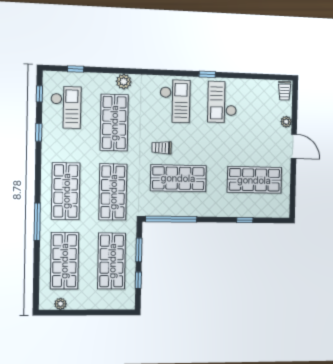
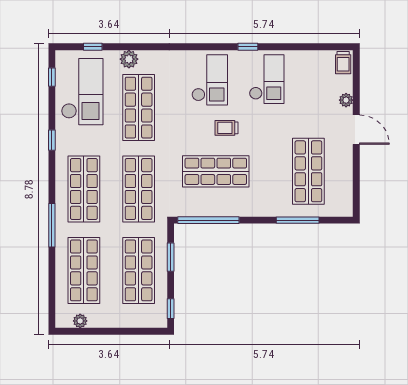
plant: (124, 82) -> (129, 59), moved
checkout: (222, 102) -> (267, 79), turned 180
checkout: (66, 107) -> (82, 92), width x1.36, depth x1.21
window: (39, 132) -> (52, 140), moved
trolley: (162, 148) -> (227, 128), moved
shop shelf: (254, 180) -> (308, 171), turned 90
window: (245, 220) -> (298, 220), width x2.17
window: (138, 280) -> (171, 309), moved

